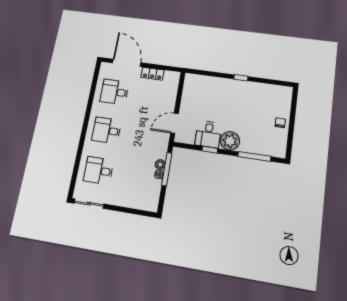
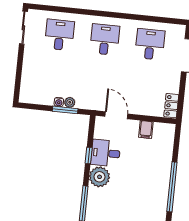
locker: (152, 74) -> (171, 106), moved
window: (241, 78) -> (172, 187), width x3.17
filing cabinet: (189, 98) -> (146, 129), added
window: (167, 169) -> (65, 110), width x0.69

